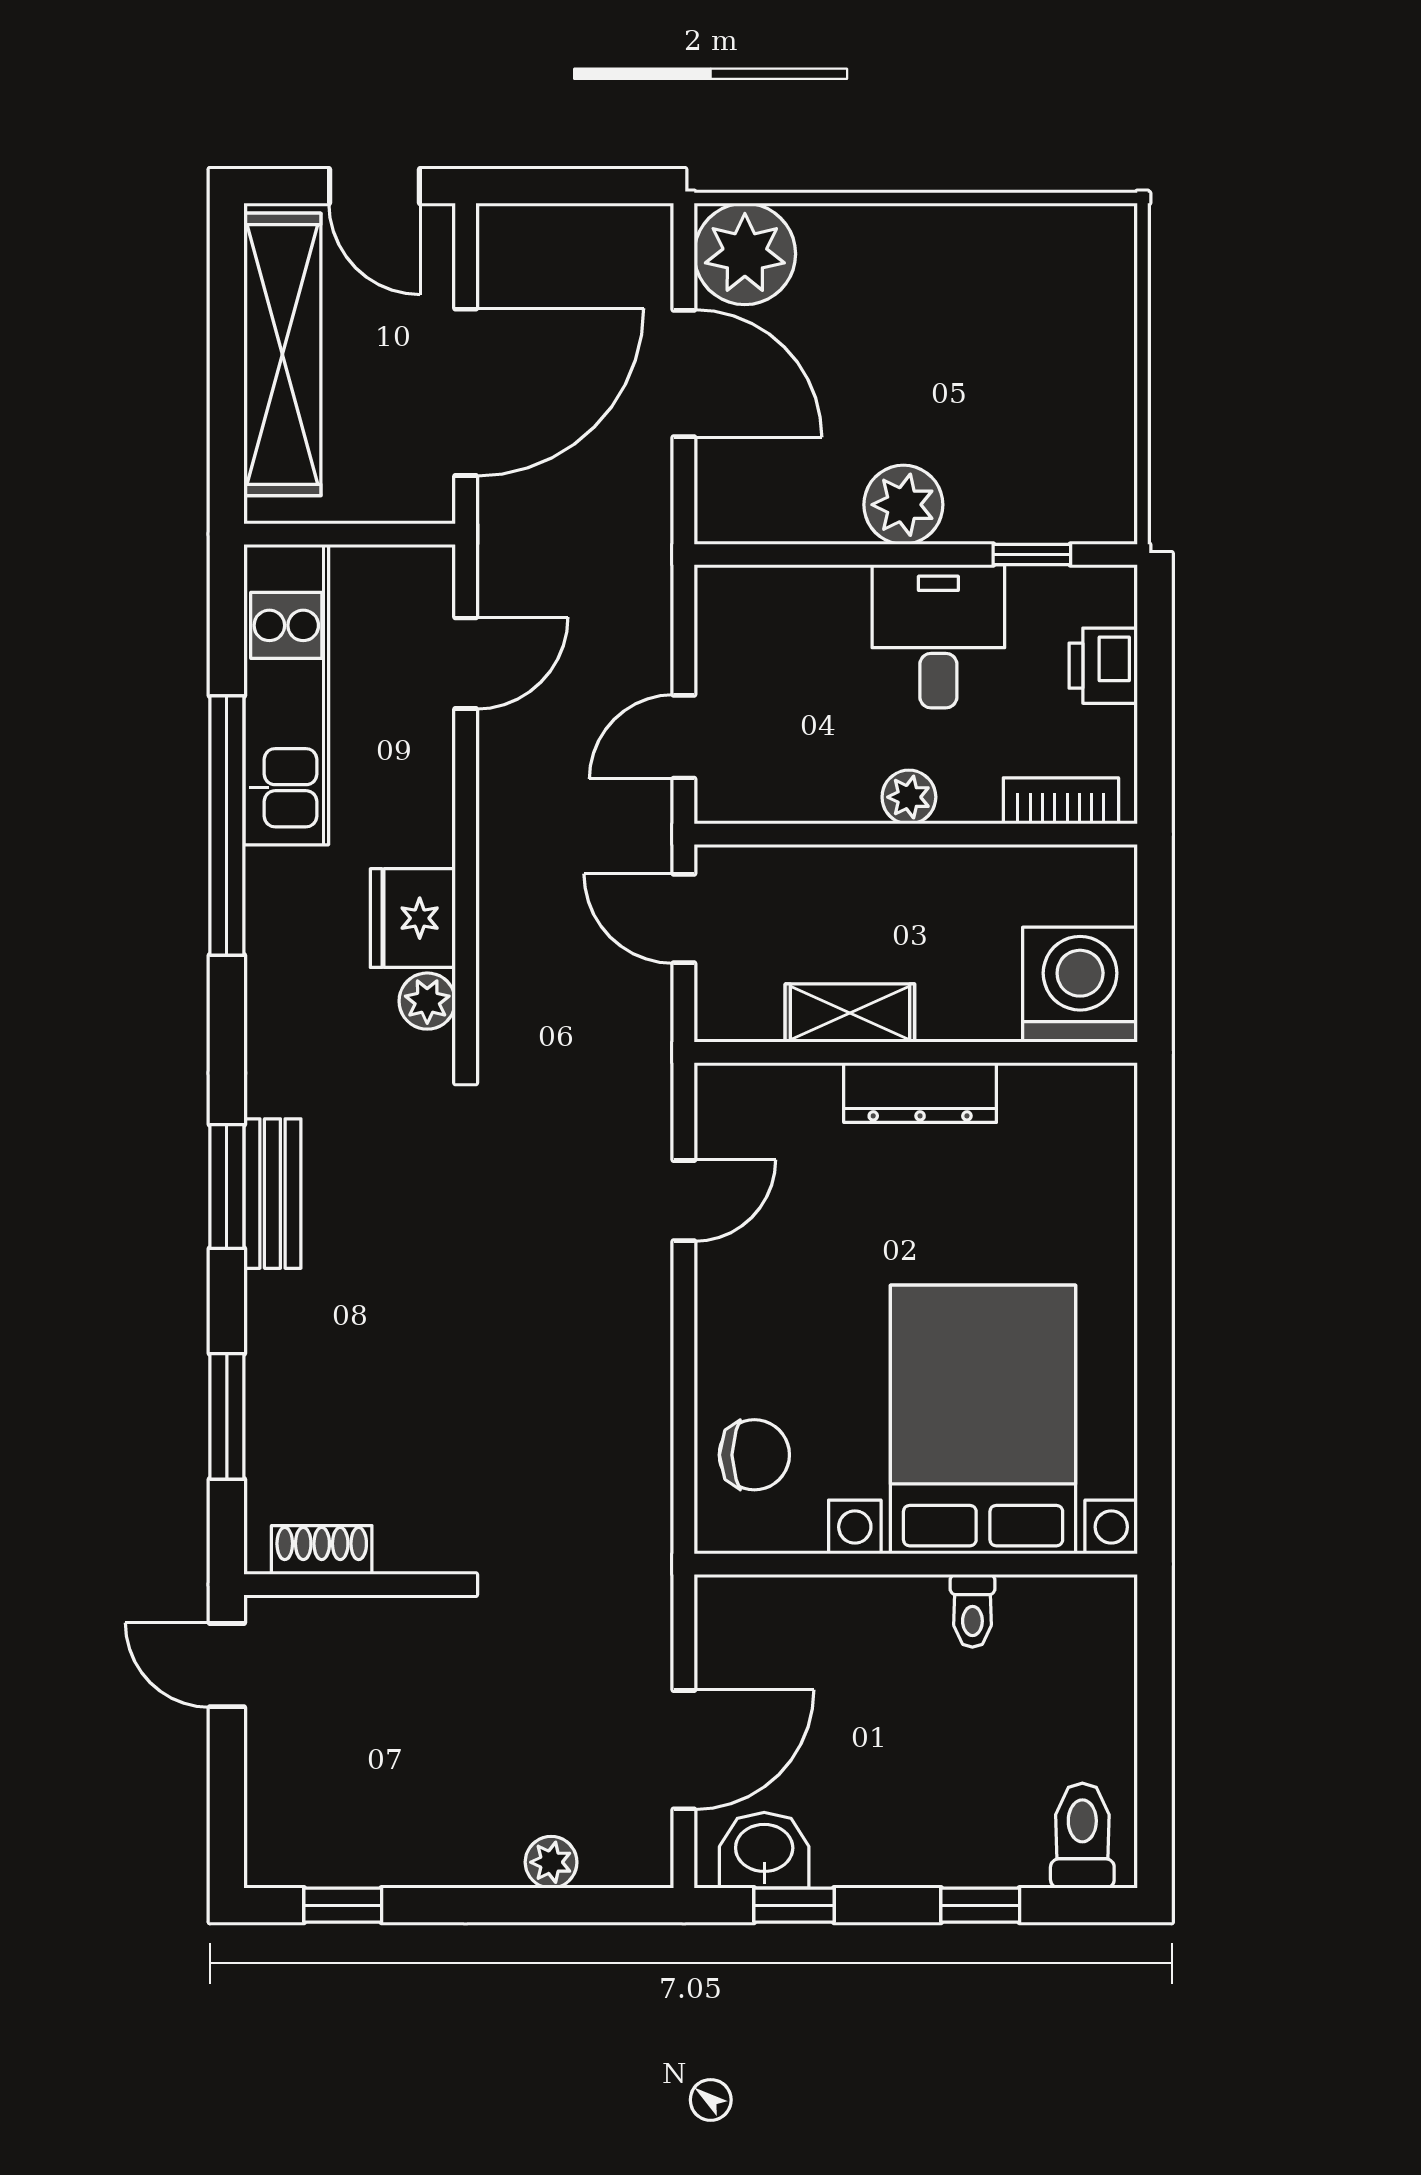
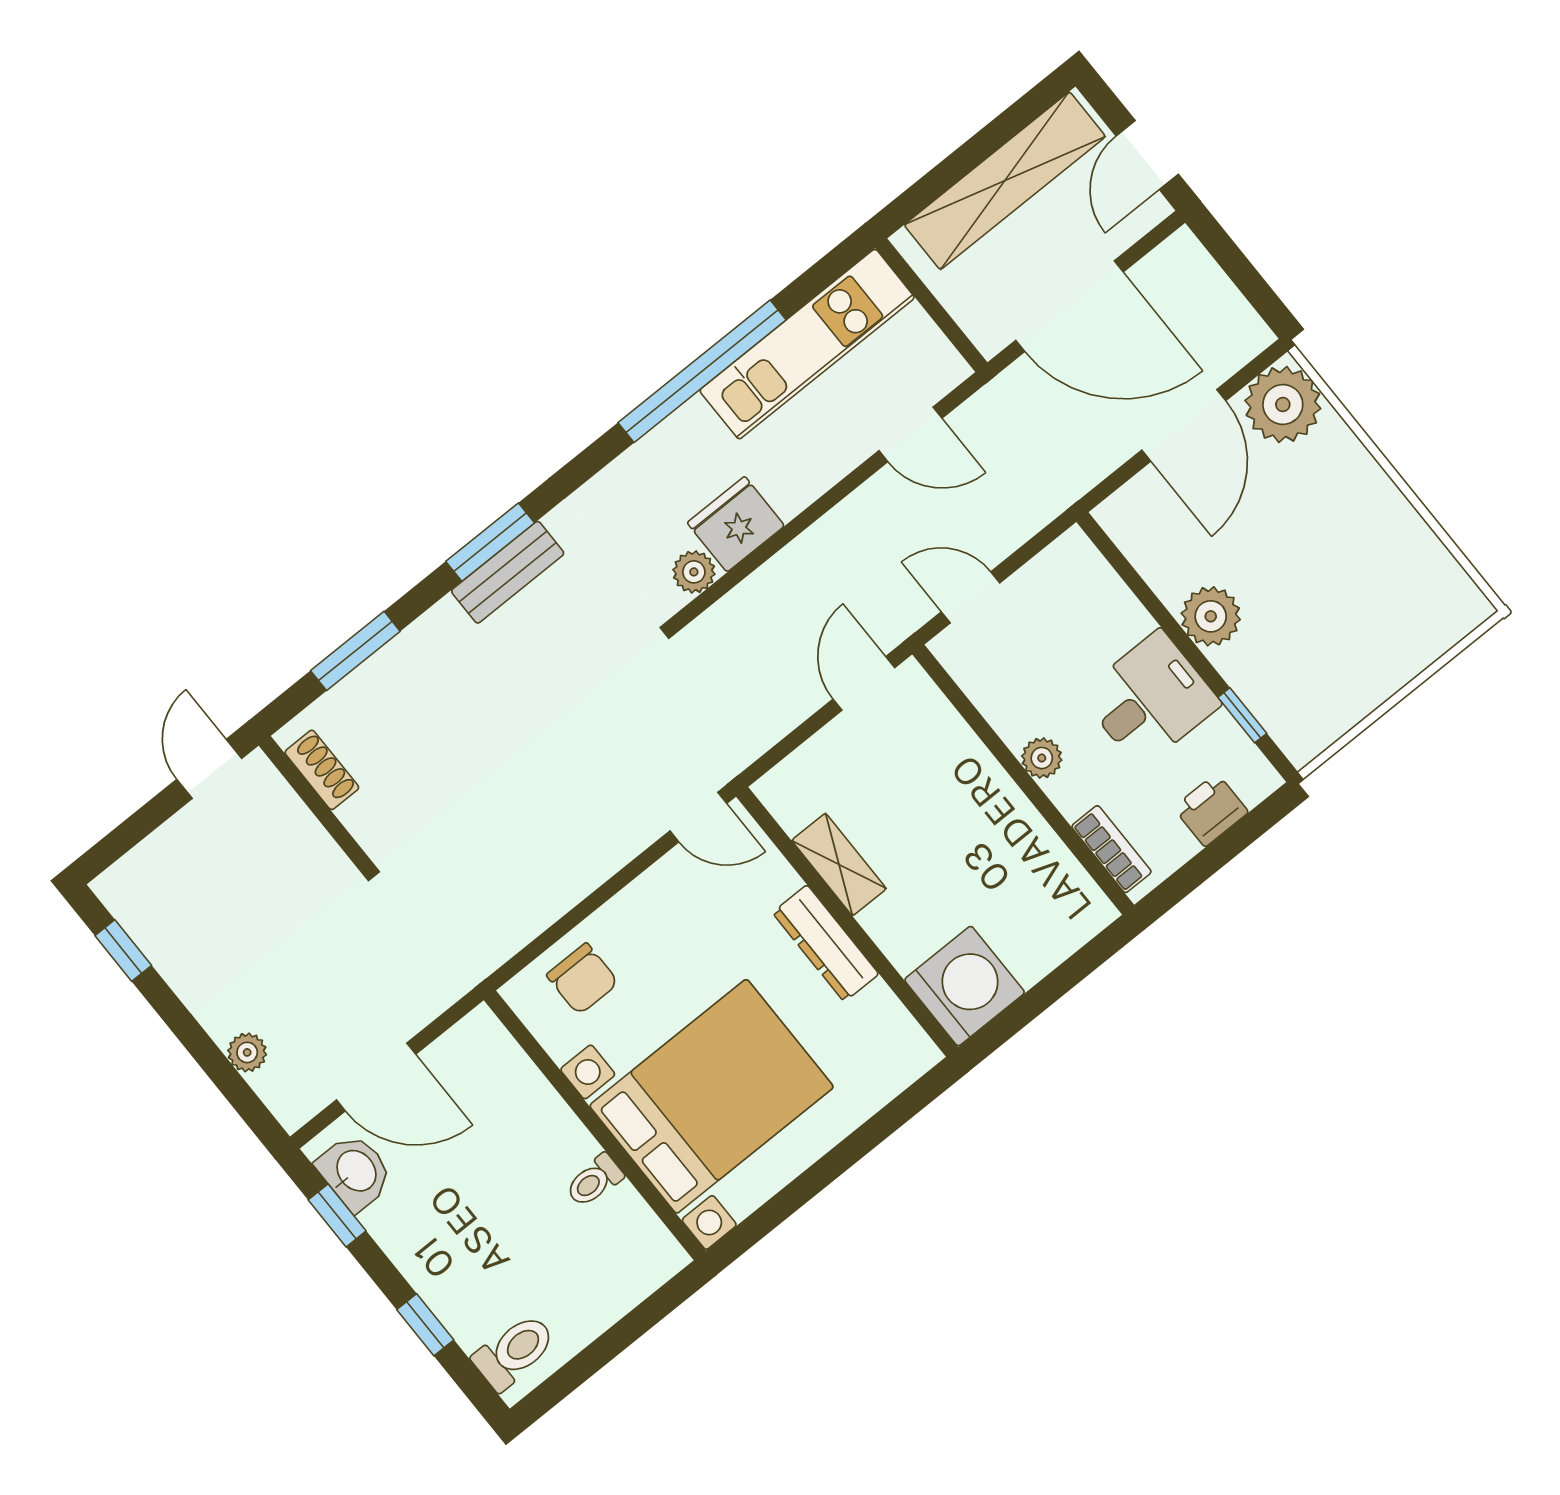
washing machine: (1080, 985) -> (965, 986), moved
shelving: (850, 1013) -> (839, 865), moved
wall: (916, 1052) -> (847, 922), moved
dresser: (920, 1093) -> (826, 943), moved

